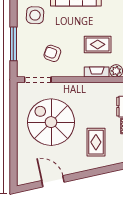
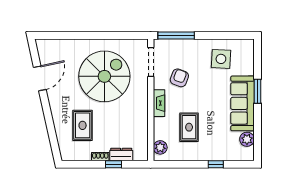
window: (13, 44) -> (176, 35), moved
fireplace: (97, 72) -> (159, 103), moved
rug: (96, 142) -> (83, 125), turned 90

